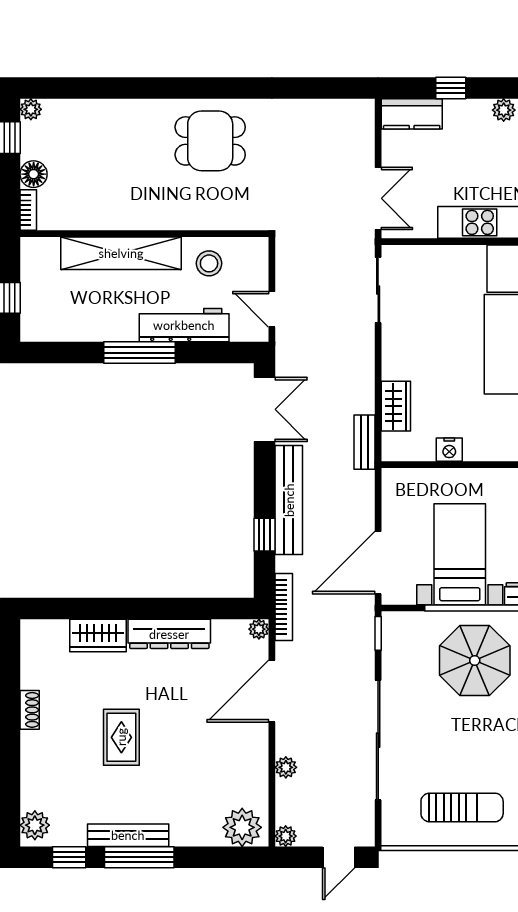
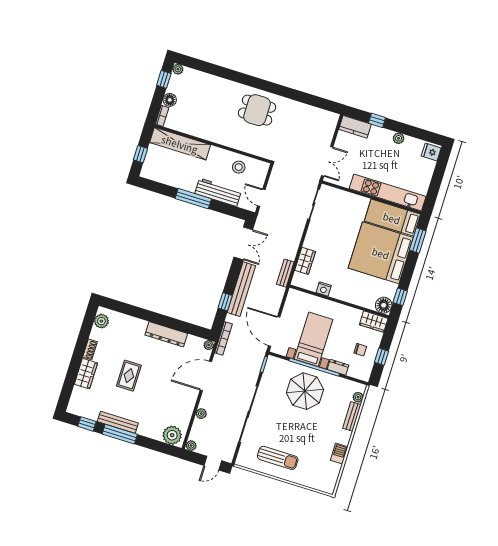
shelving: (121, 253) -> (180, 144), moved
door: (378, 563) -> (274, 331), hinge flipped
wardrobe: (98, 635) -> (86, 374), moved, turned -90
plant: (35, 825) -> (101, 321), moved

